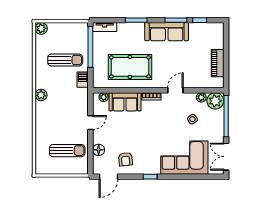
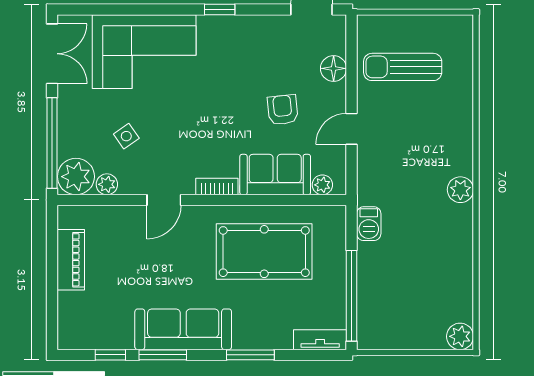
sun lounger: (65, 60) -> (407, 267), removed
armchair: (125, 159) -> (283, 110), moved

